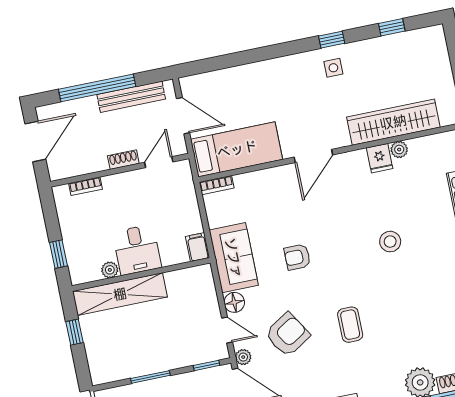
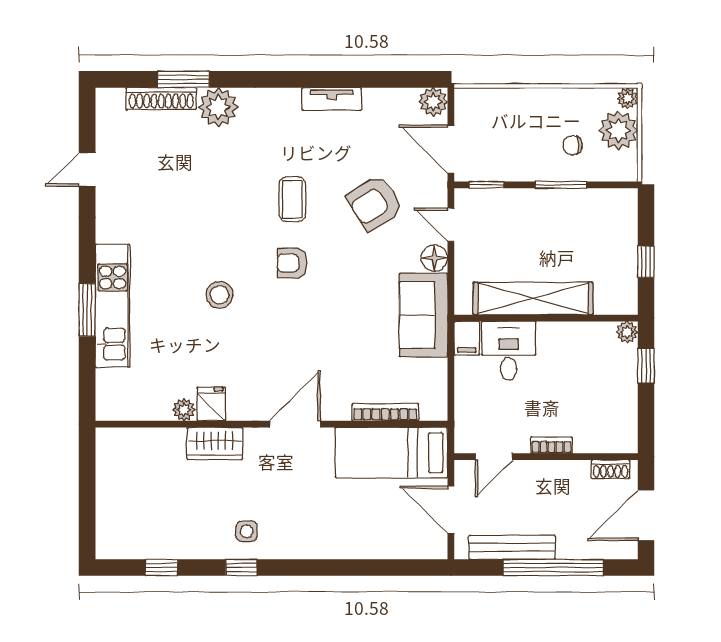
wardrobe: (393, 122) -> (215, 443), width x0.48, depth x0.85
shoe rack: (123, 160) -> (611, 469), moved
bookcase: (217, 185) -> (385, 412), moved, width x1.56
bookcase: (85, 186) -> (551, 445), moved
desk: (137, 250) -> (509, 351), moved
armchair: (297, 257) -> (292, 263), moved, turned 180
plant: (110, 270) -> (627, 332), moved
shelving: (120, 294) -> (533, 298), moved
plant: (243, 357) -> (437, 186), removed

